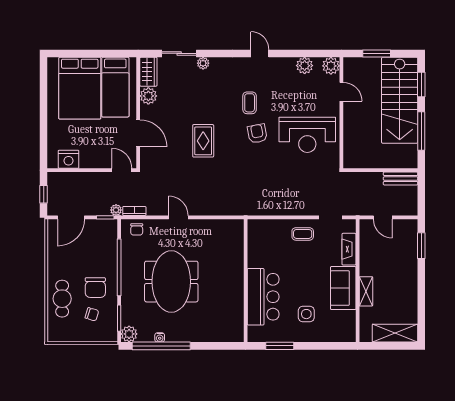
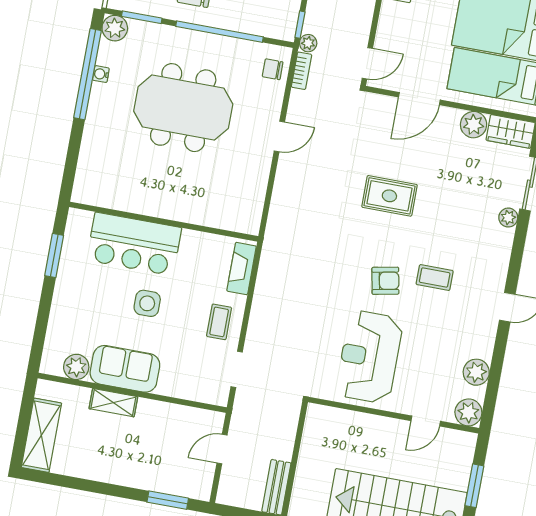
fireplace: (349, 249) -> (242, 269), moved, turned -90
side table: (306, 314) -> (147, 303), moved
plant: (348, 319) -> (76, 367), added

